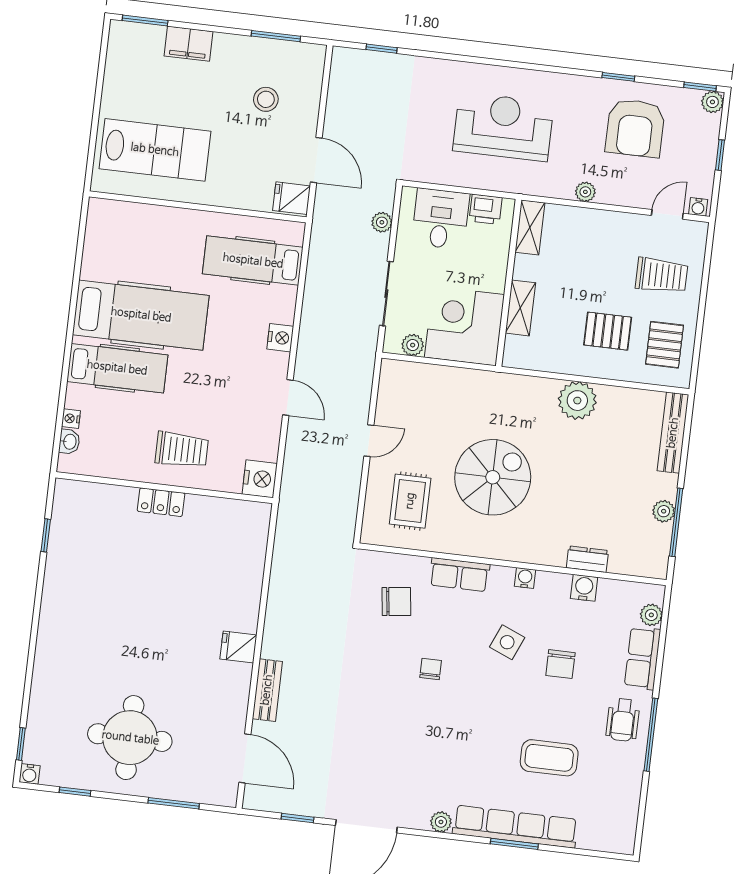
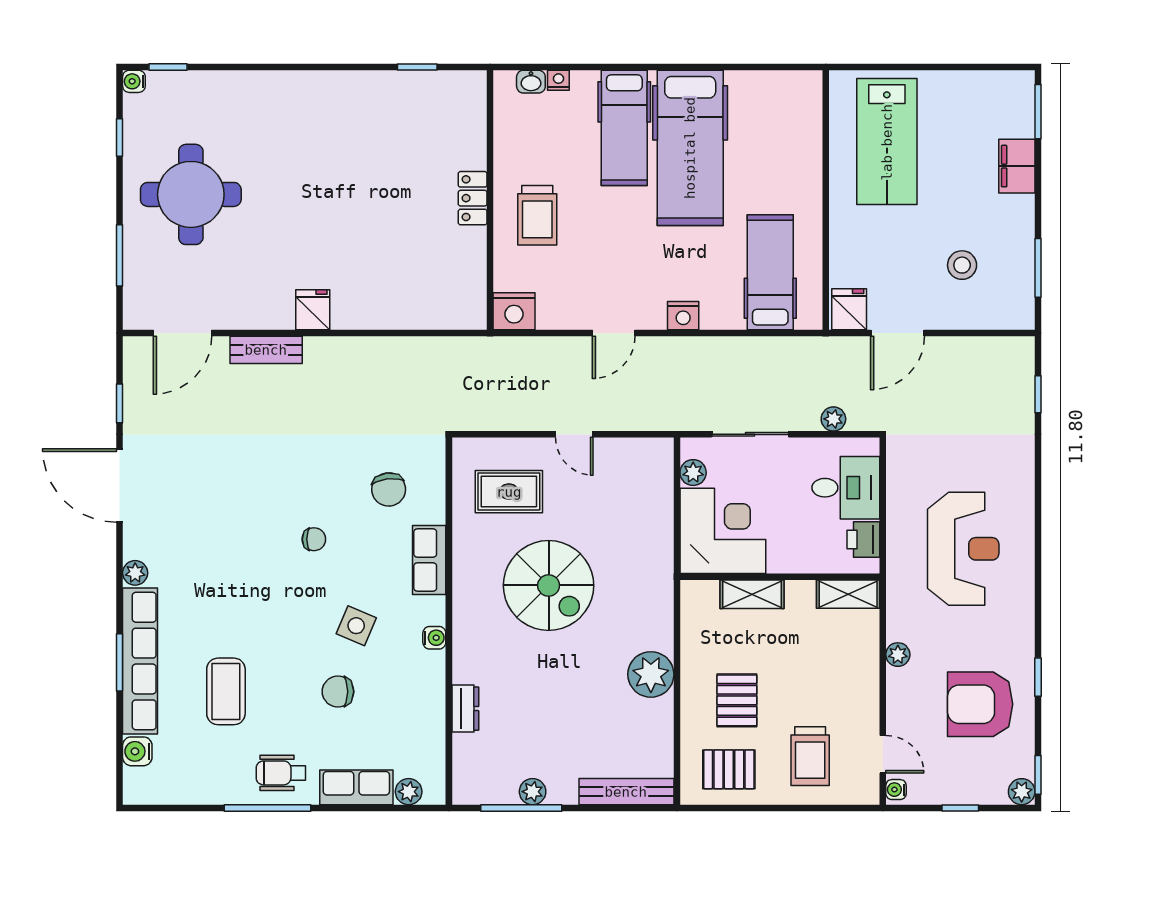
water cooler: (584, 588) -> (137, 751), moved, turned 180

